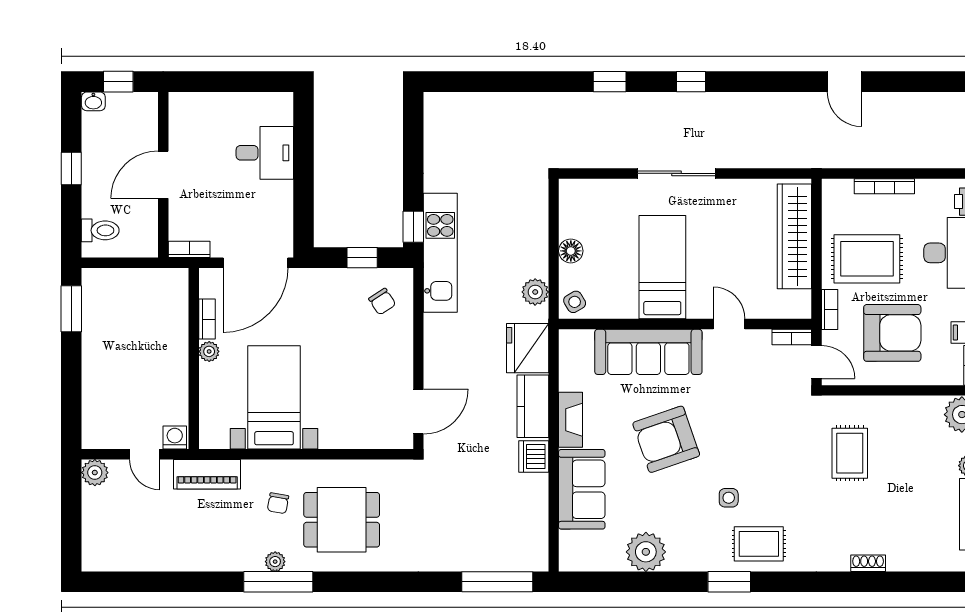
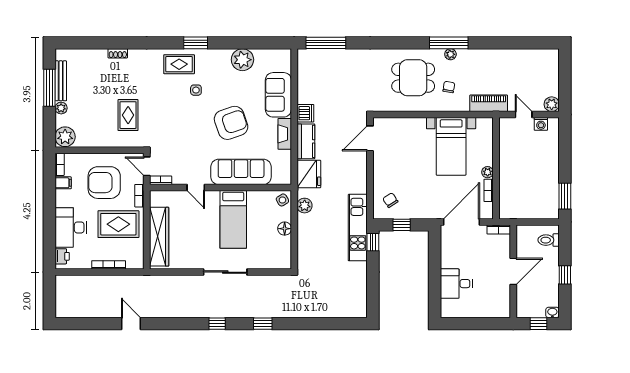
washing machine: (175, 437) -> (541, 124), moved

